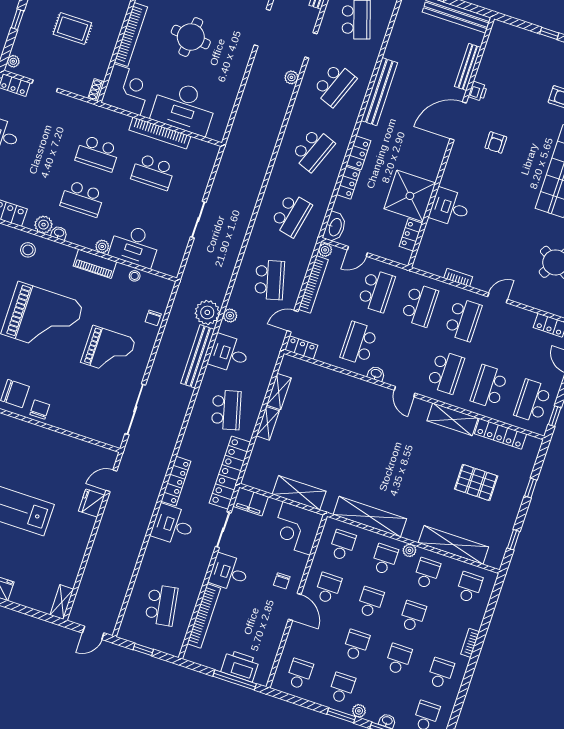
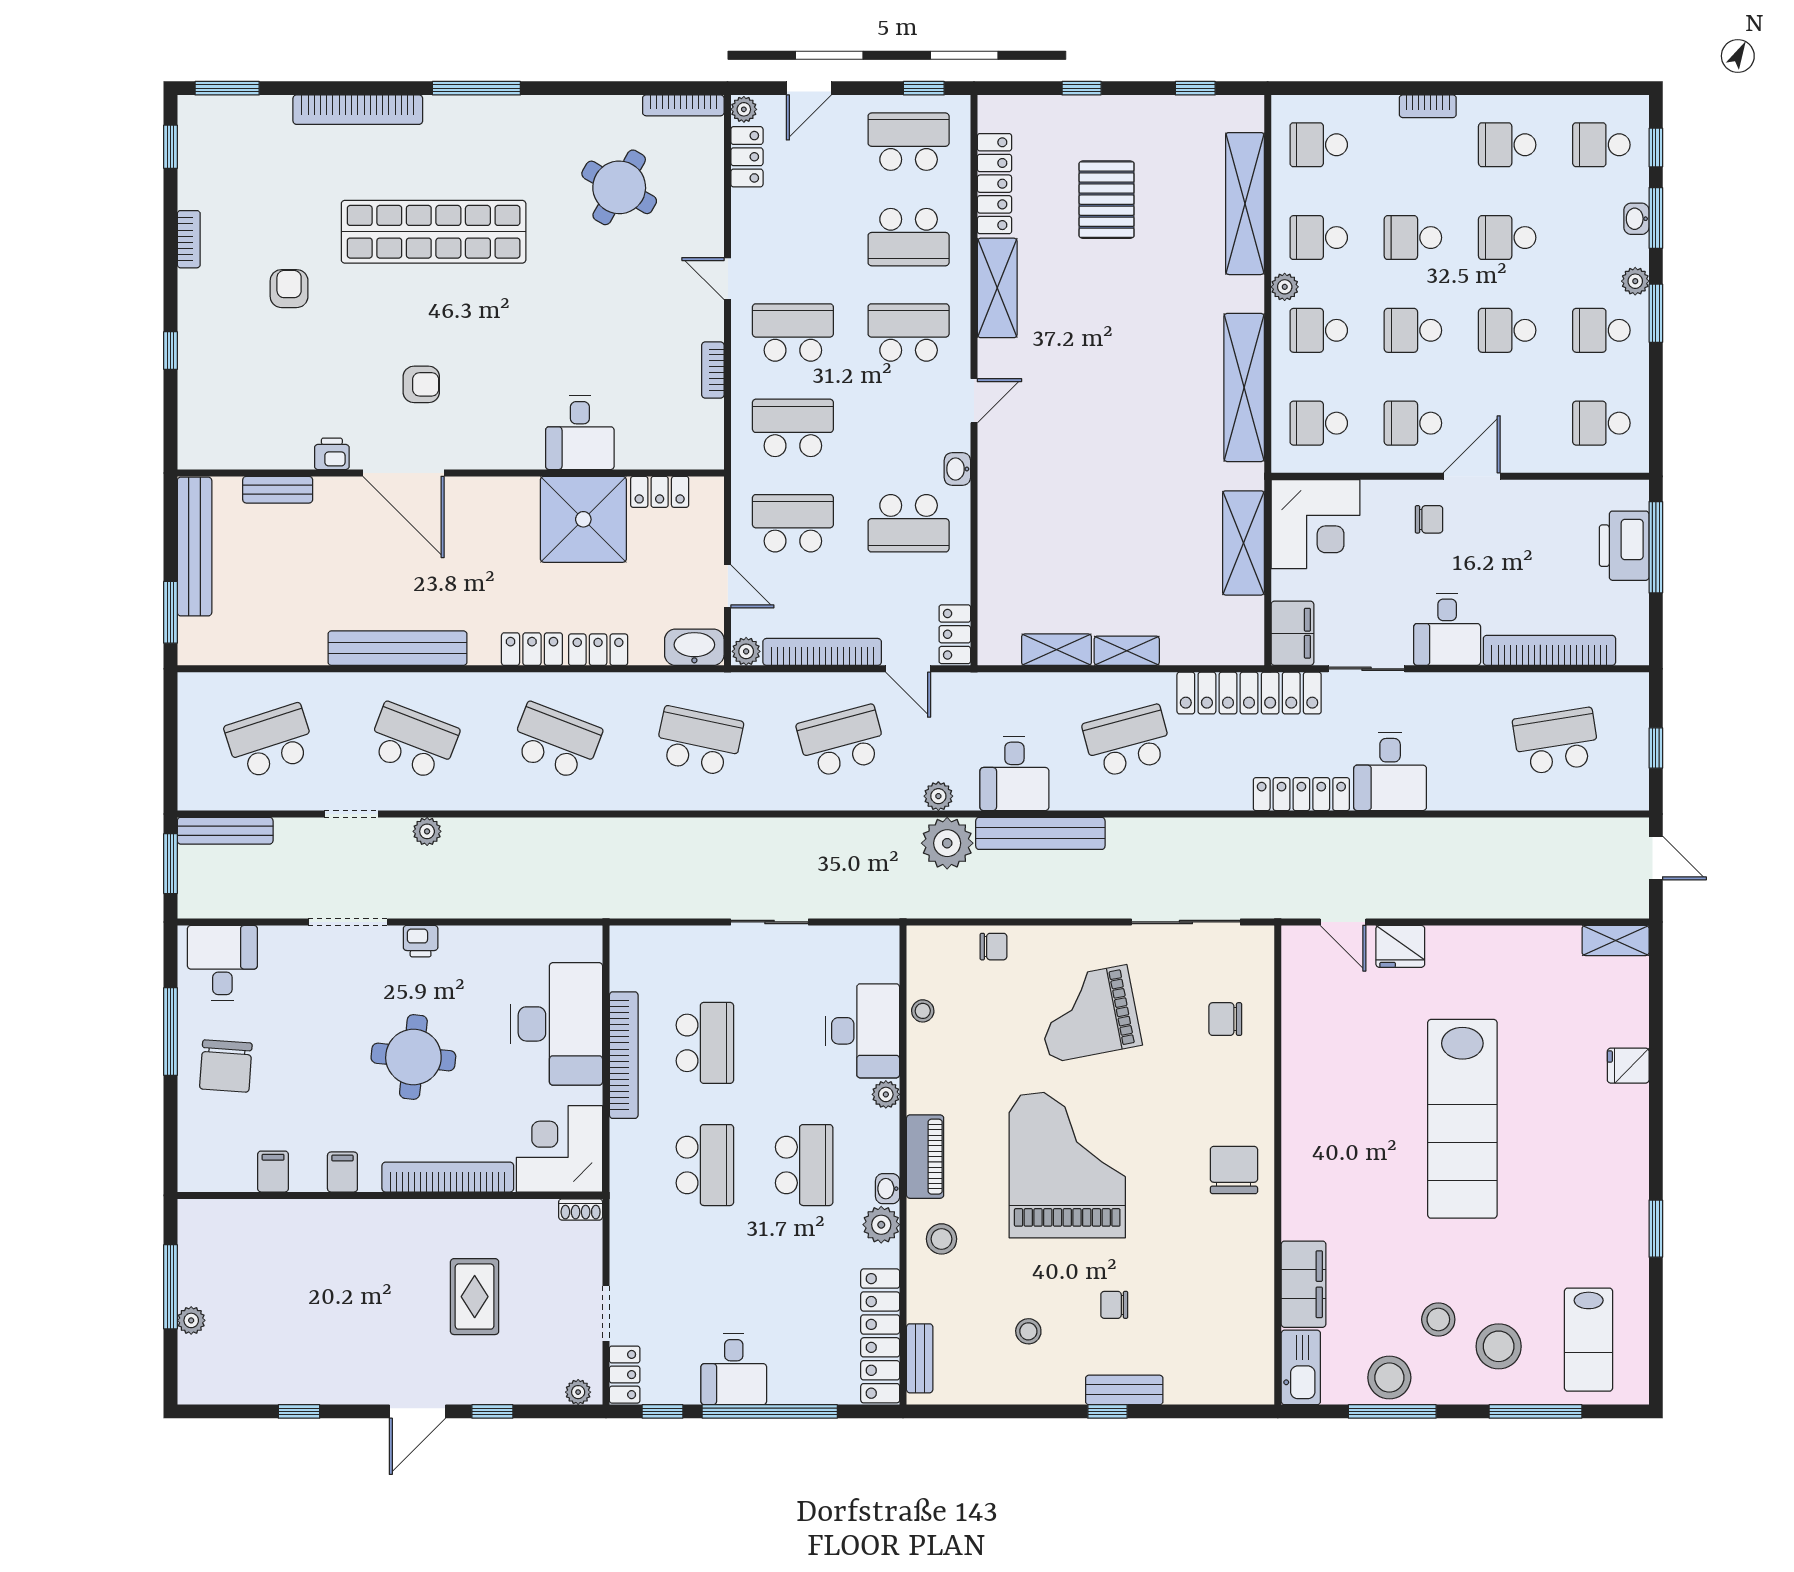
printer: (242, 58) -> (421, 941), added
bench: (468, 67) -> (278, 490), width x0.73
piano: (95, 264) -> (925, 1157), moved
grand piano: (108, 351) -> (1088, 1014), turned -101
school desk: (533, 401) -> (909, 142), turned 180
chair: (40, 410) -> (1225, 1019), moved

